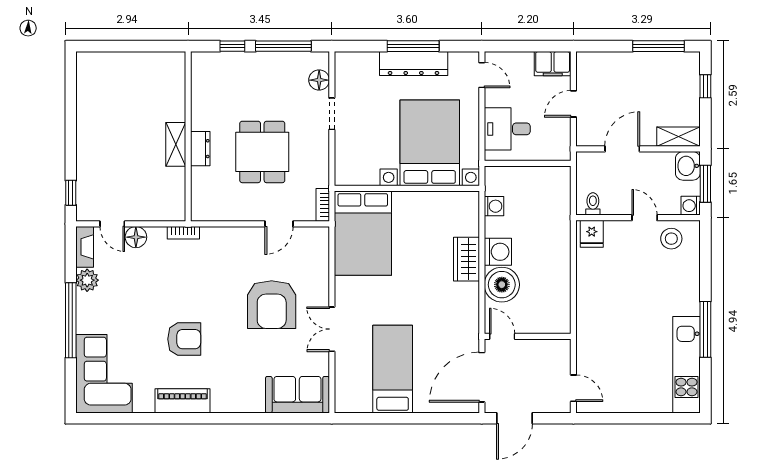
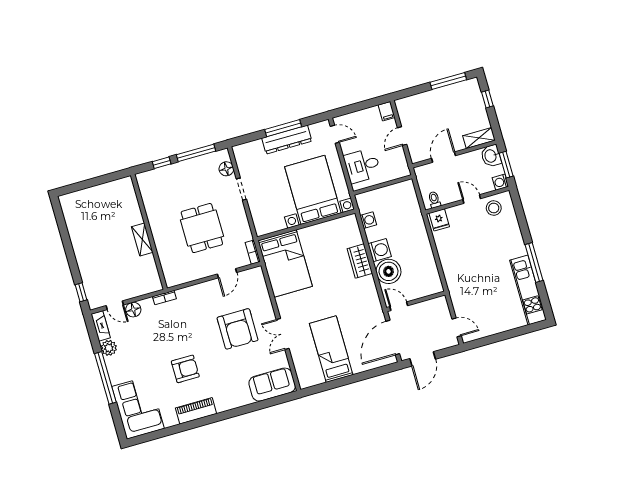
filing cabinet: (553, 64) -> (386, 111), width x0.50
dresser: (200, 149) -> (160, 238), removed

